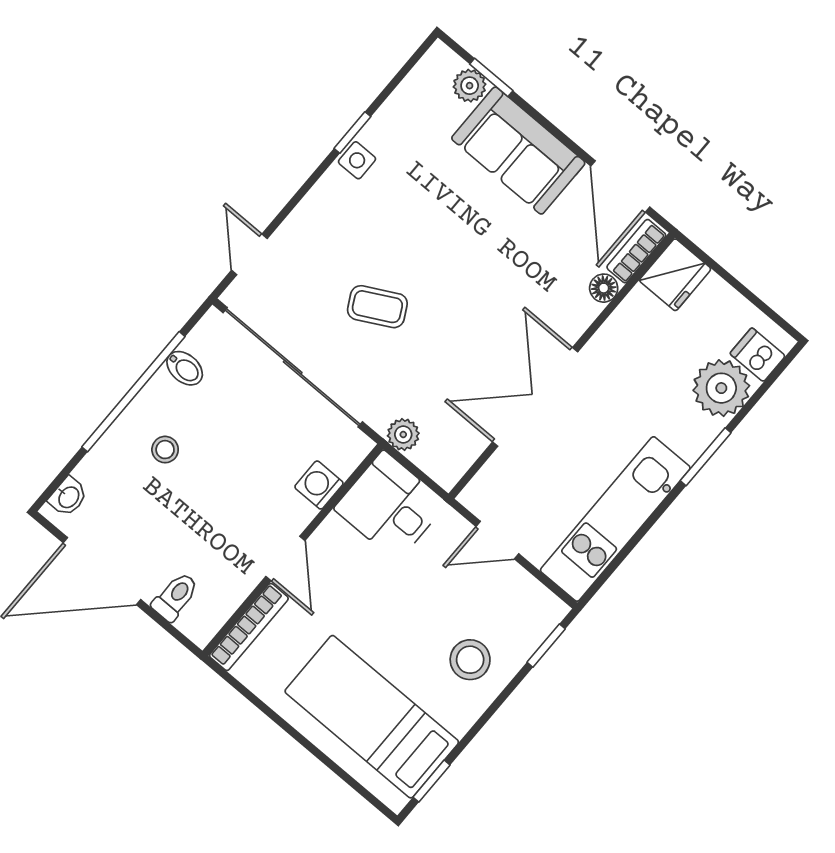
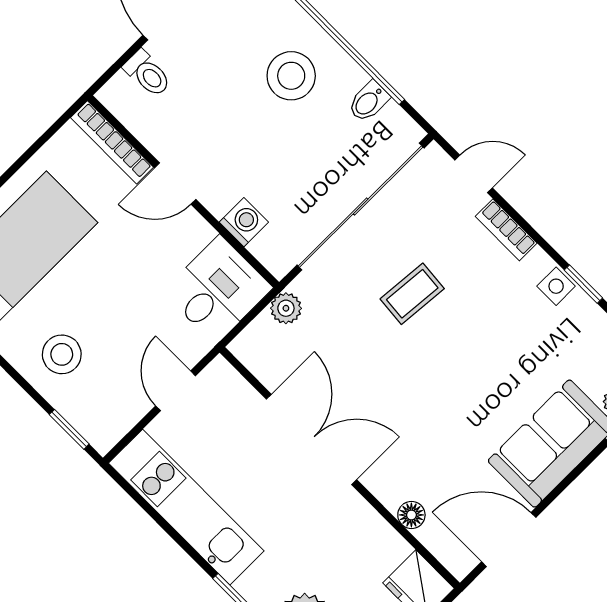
bookcase: (636, 251) -> (506, 230), moved, turned 180
coffee table: (377, 307) -> (412, 294), turned 33
stool: (165, 450) -> (291, 76), width x1.89, depth x1.89

